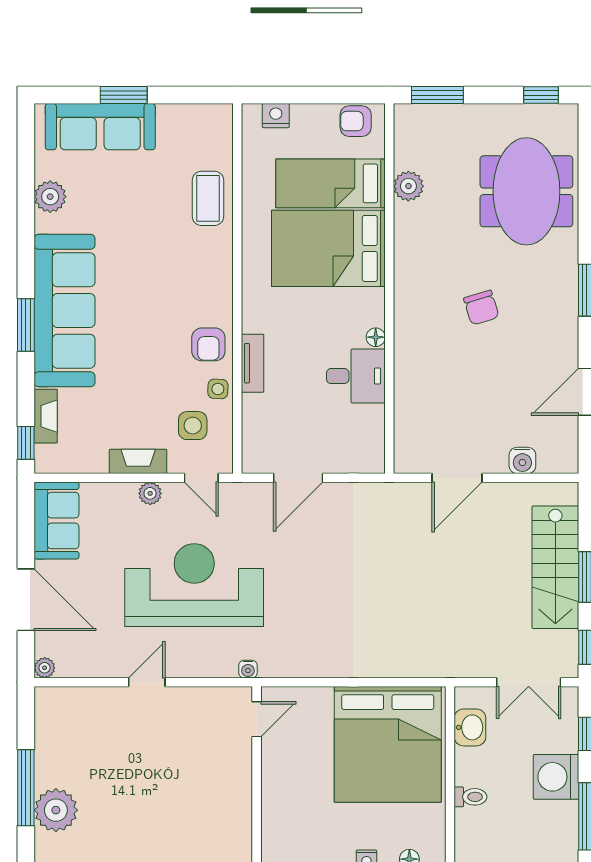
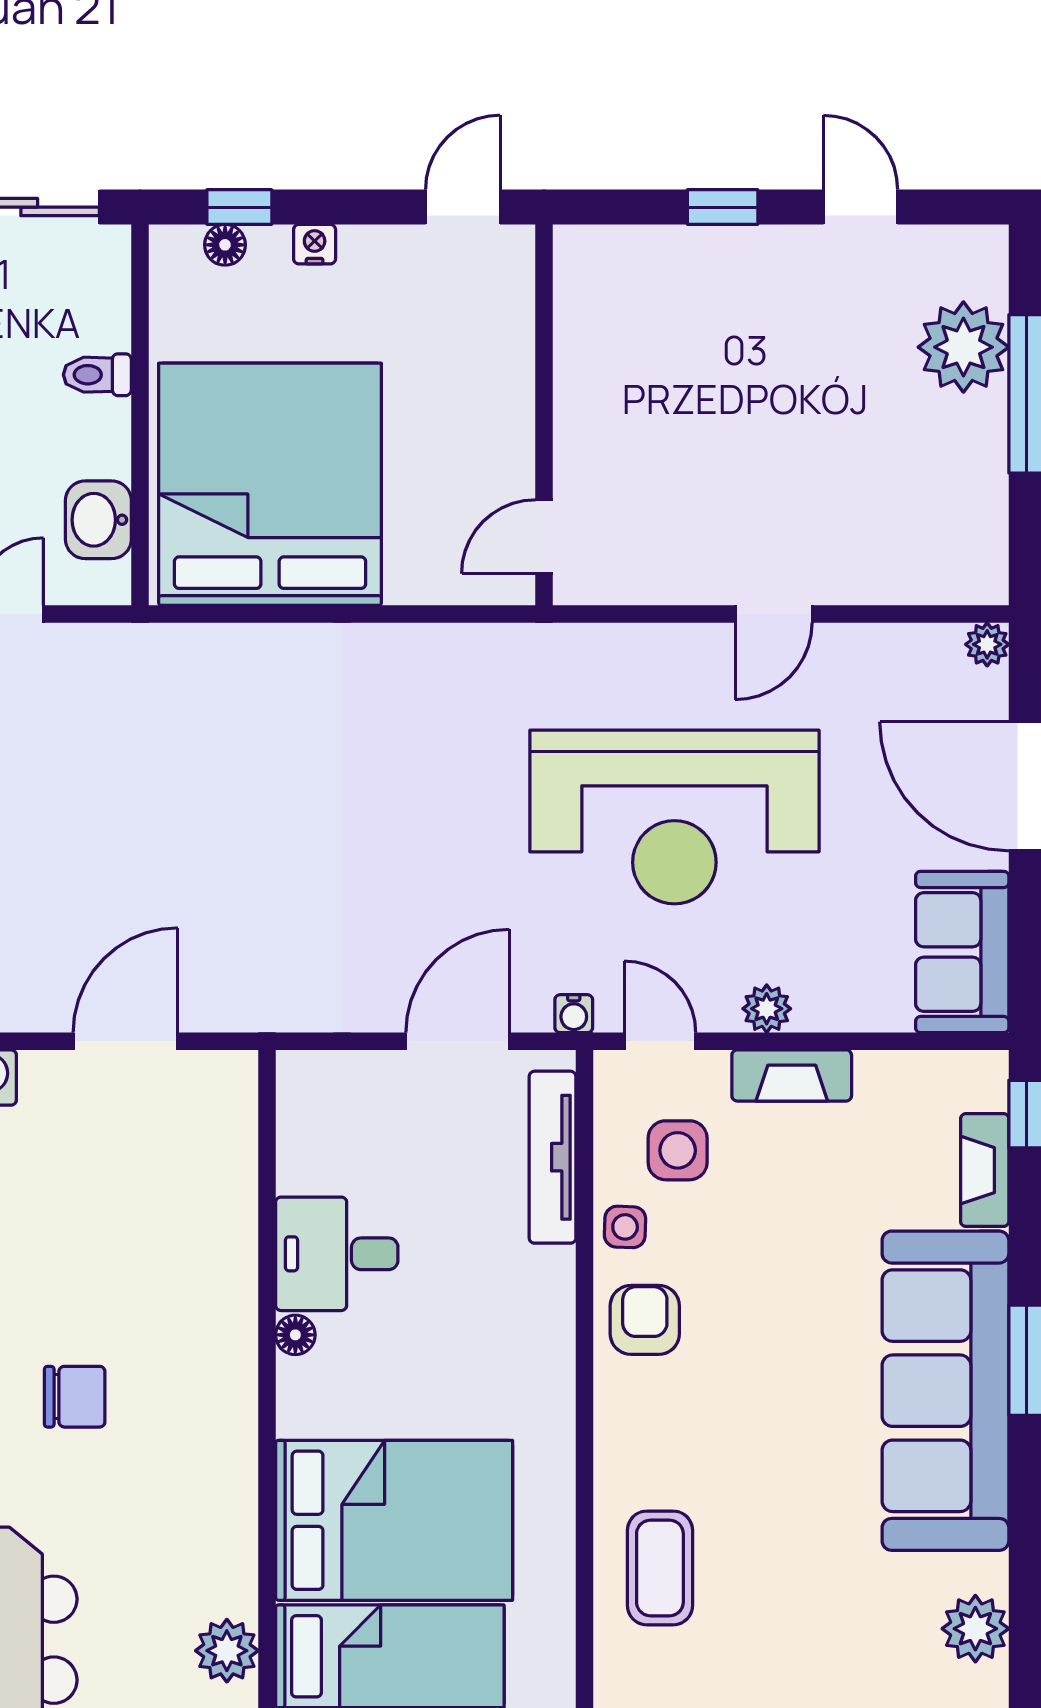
coffee table: (208, 198) -> (660, 1568), moved
chair: (481, 308) -> (75, 1397), turned 107
tv unit: (253, 363) -> (553, 1157), moved, width x1.41
water cooler: (248, 669) -> (574, 1014), moved, turned 180

